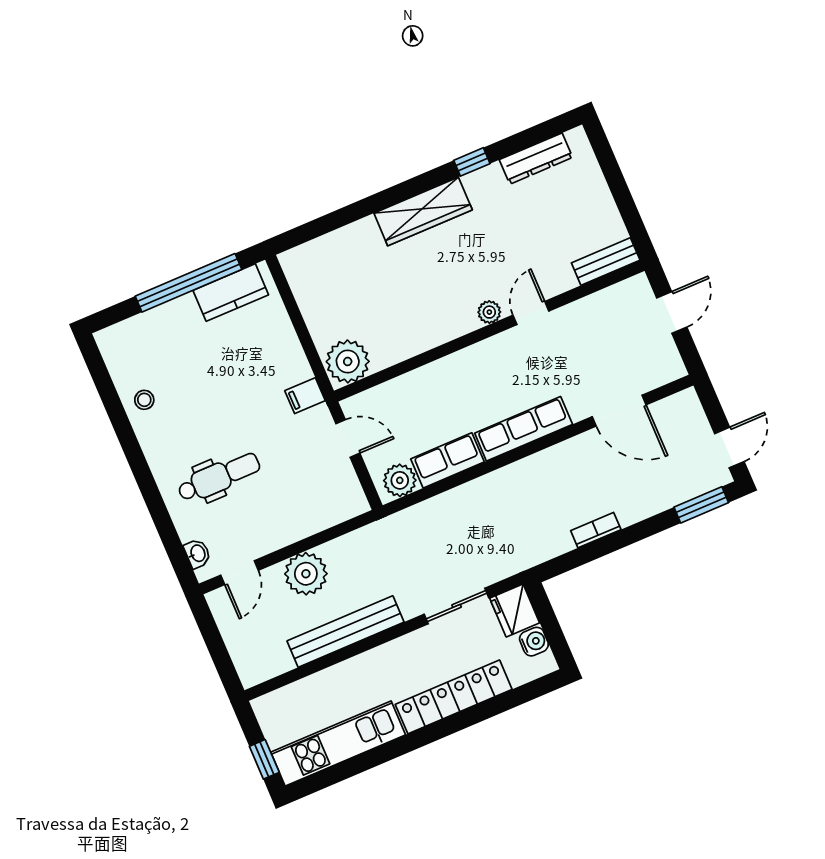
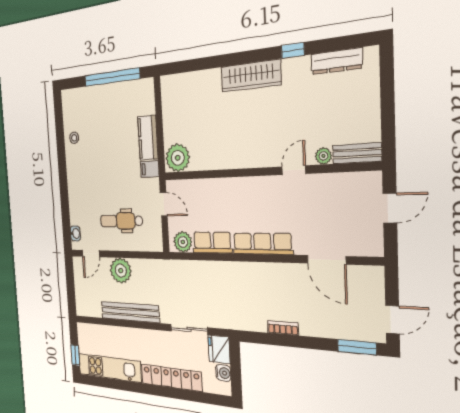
kitchen counter: (231, 293) -> (148, 138), moved, turned 90
plant: (489, 312) -> (323, 156), moved
dental chair: (219, 477) -> (121, 221), moved, turned 180

